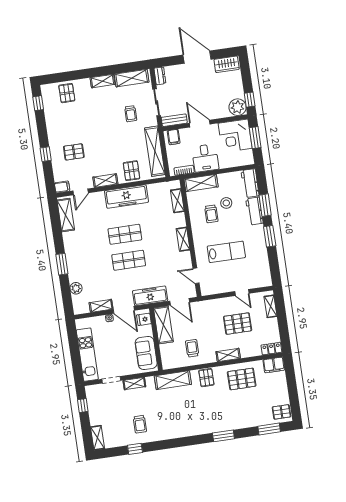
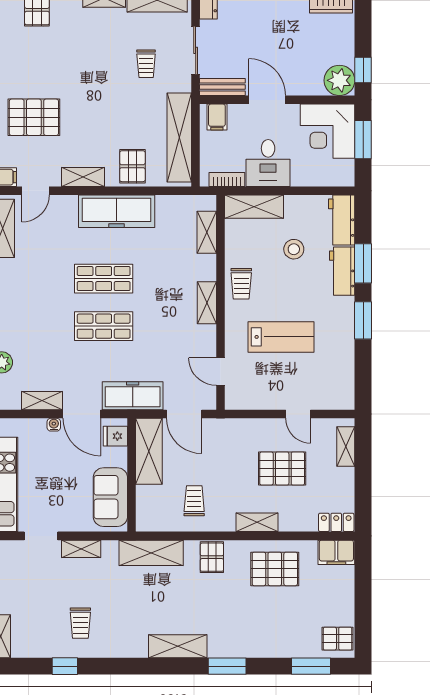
pallet: (74, 152) -> (34, 117), width x1.50, depth x1.42
trolley: (211, 214) -> (241, 284), moved
shelving: (195, 429) -> (178, 646), added

